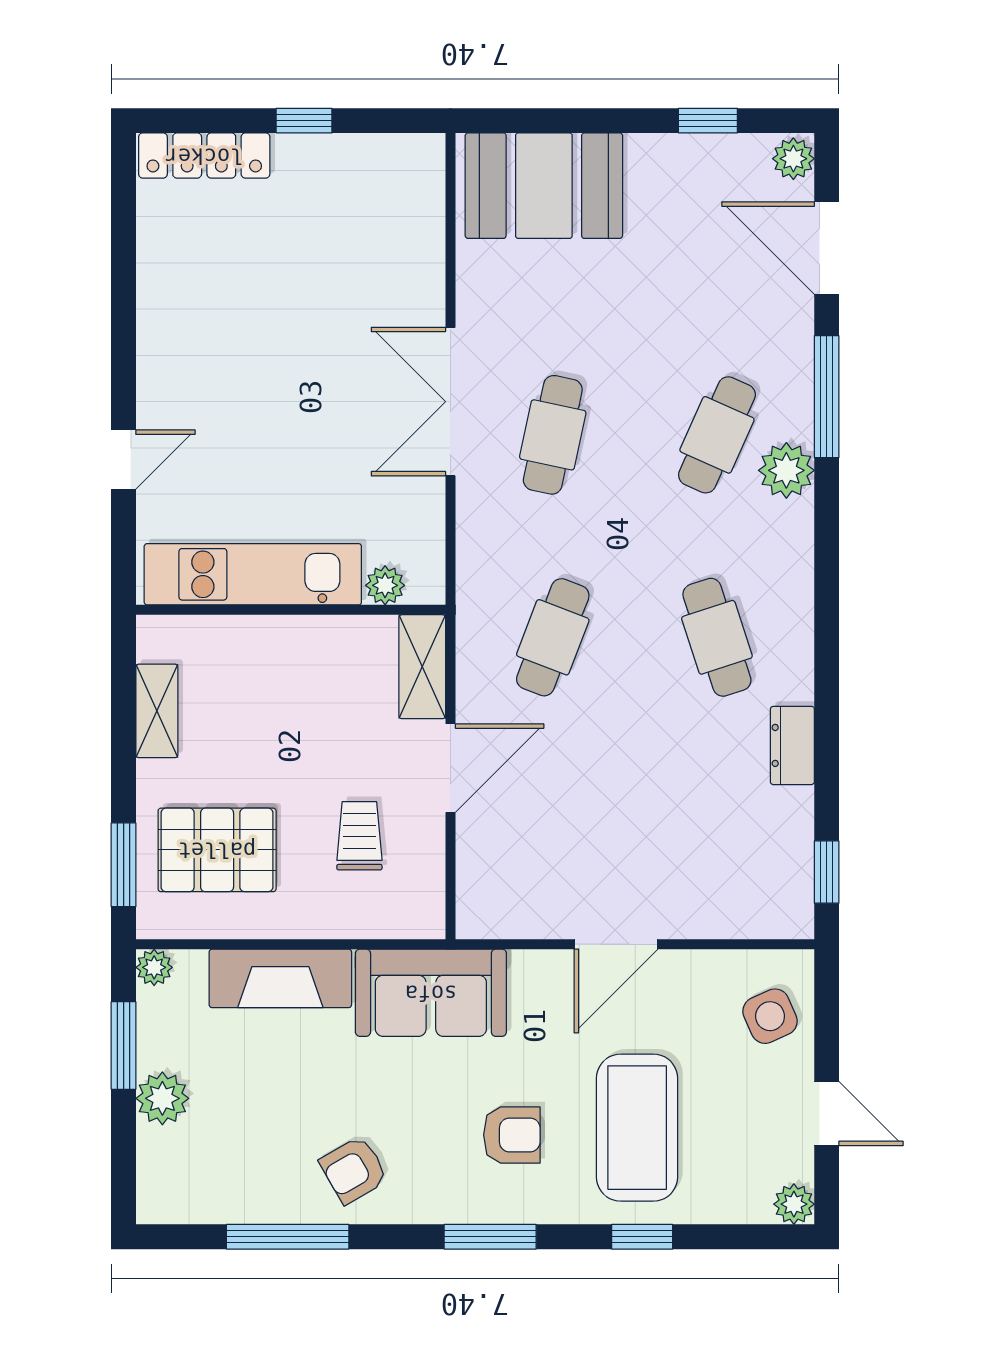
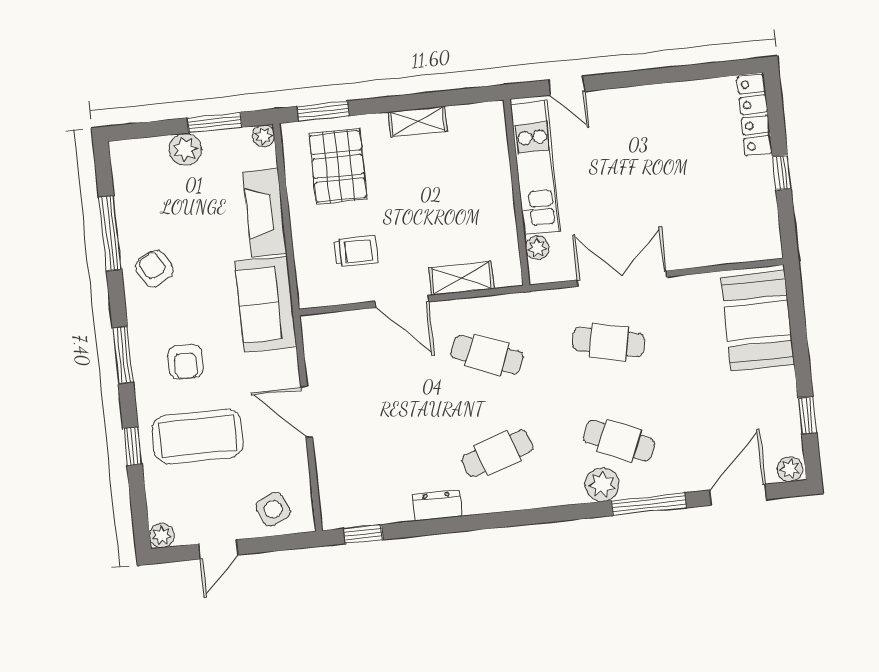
kitchen unit: (253, 574) -> (535, 167), moved
plant: (385, 585) -> (537, 248), moved
wall: (291, 610) -> (517, 192), moved

